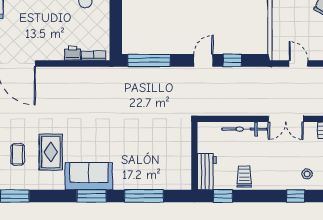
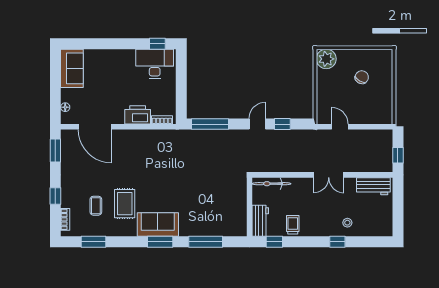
printer: (73, 53) -> (138, 115), width x1.87, depth x1.48
bicycle: (244, 129) -> (272, 184), moved

